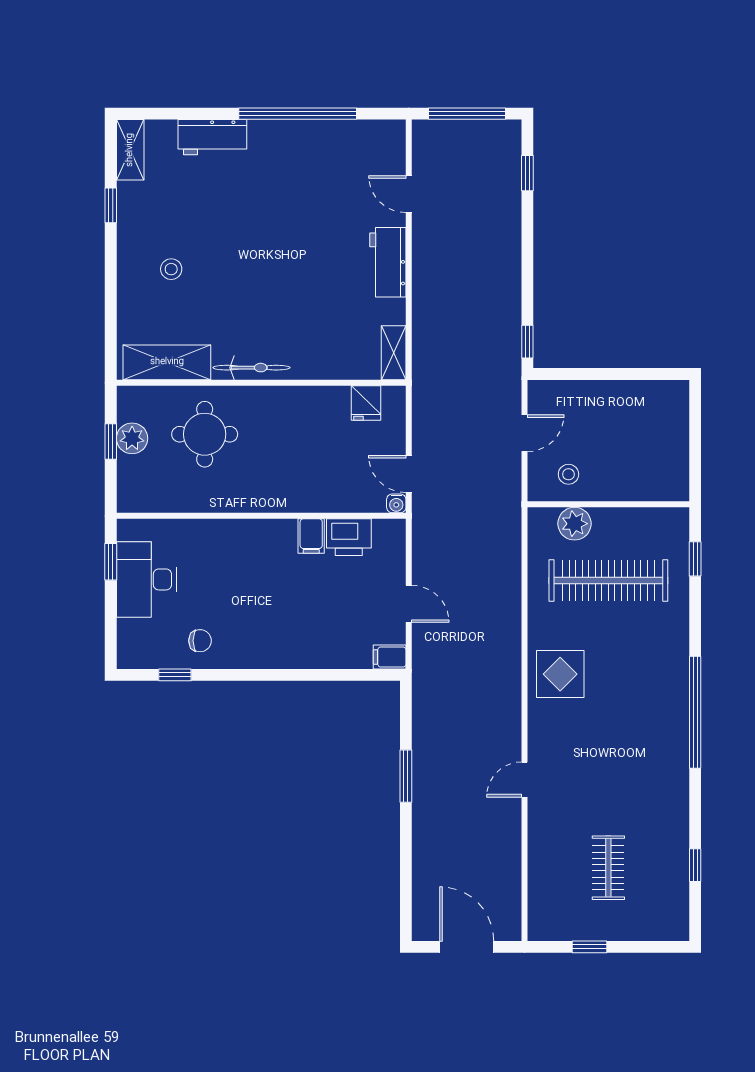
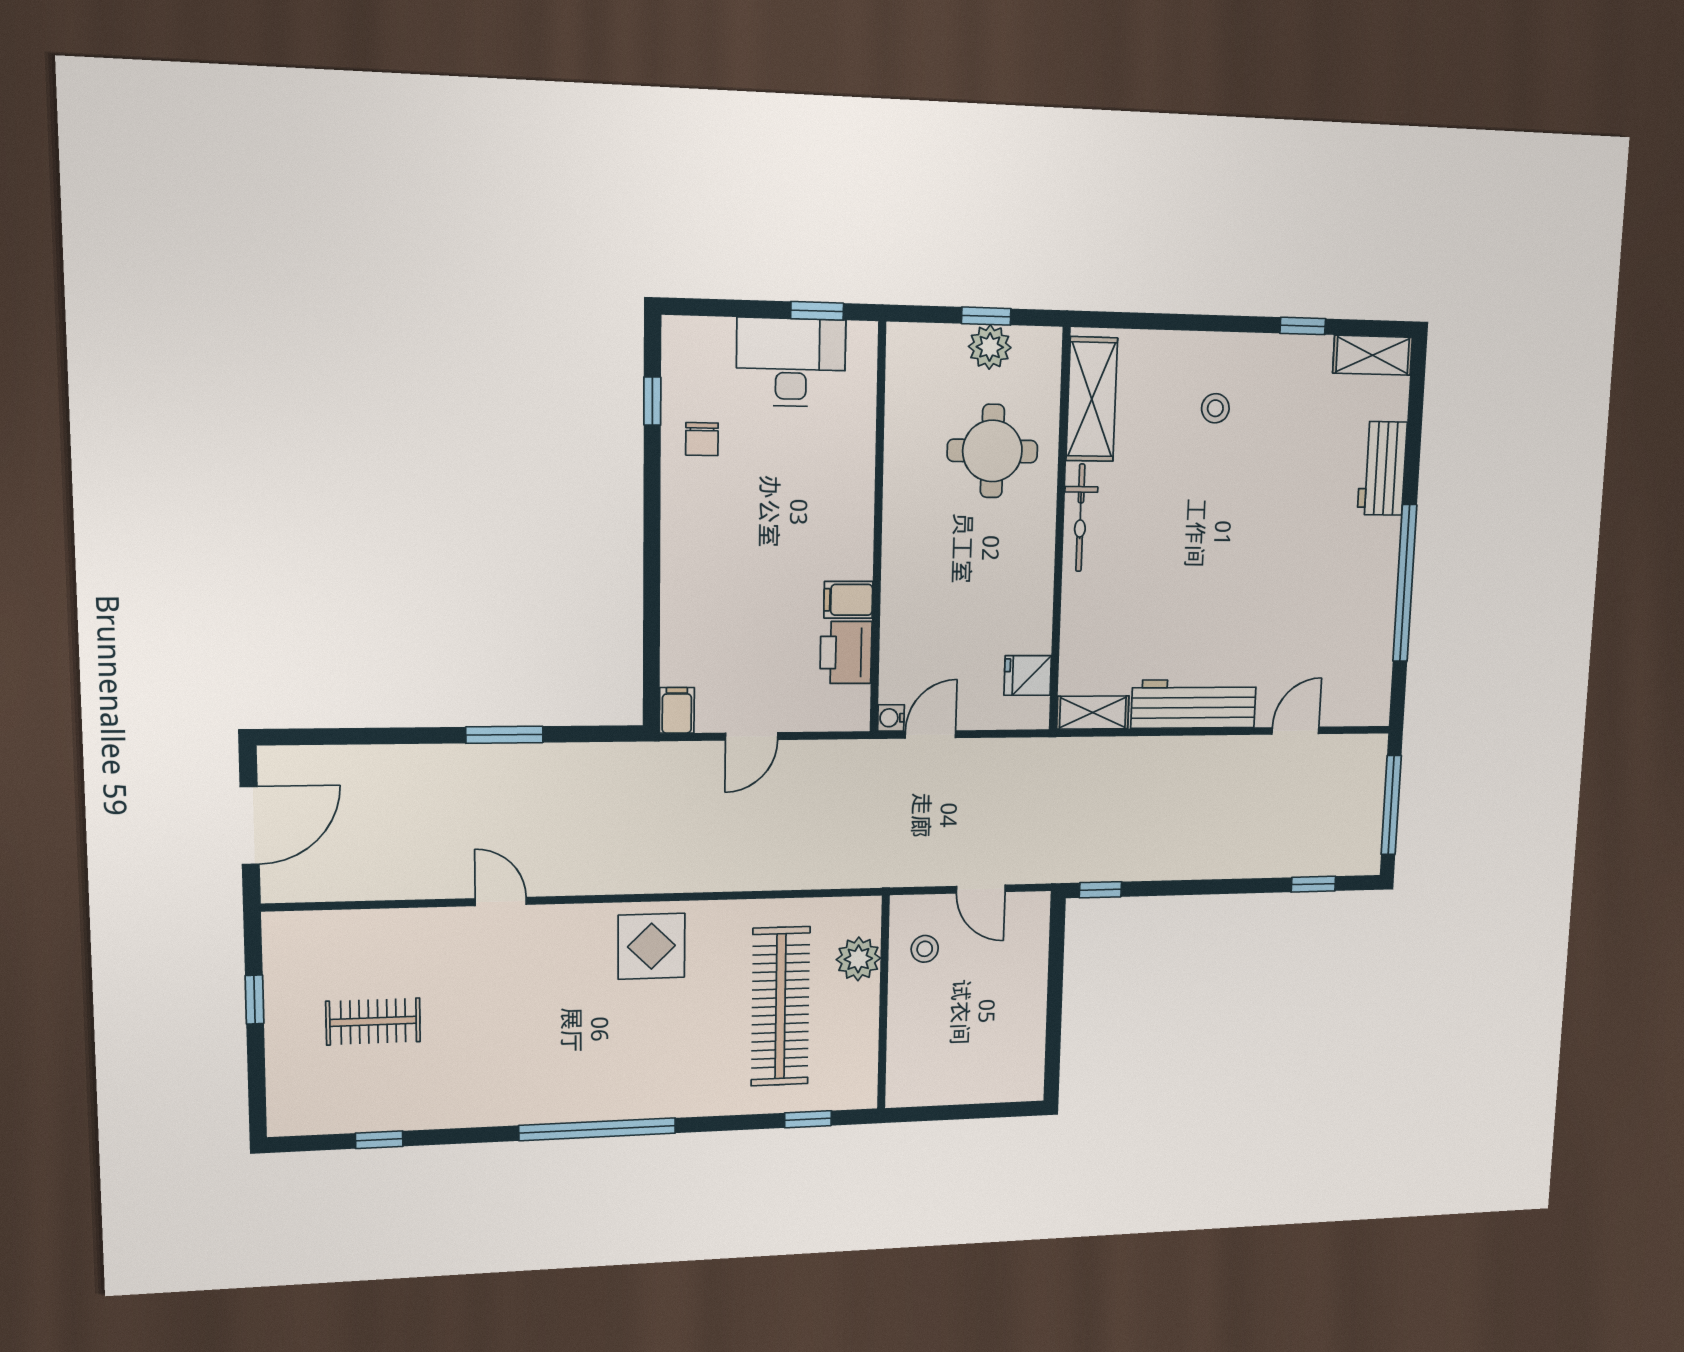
workbench: (388, 262) -> (1194, 704), width x1.38

